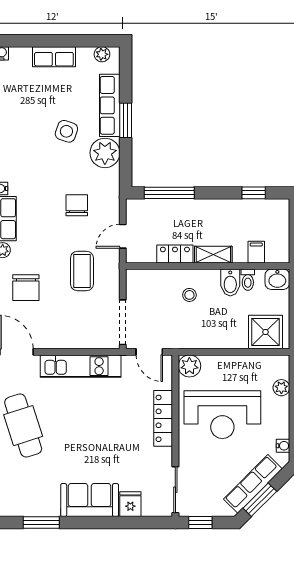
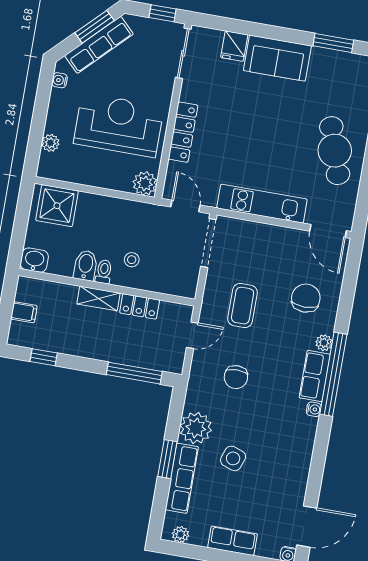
filing cabinet: (256, 252) -> (24, 312), moved, turned -90
toilet: (248, 280) -> (104, 272), moved

